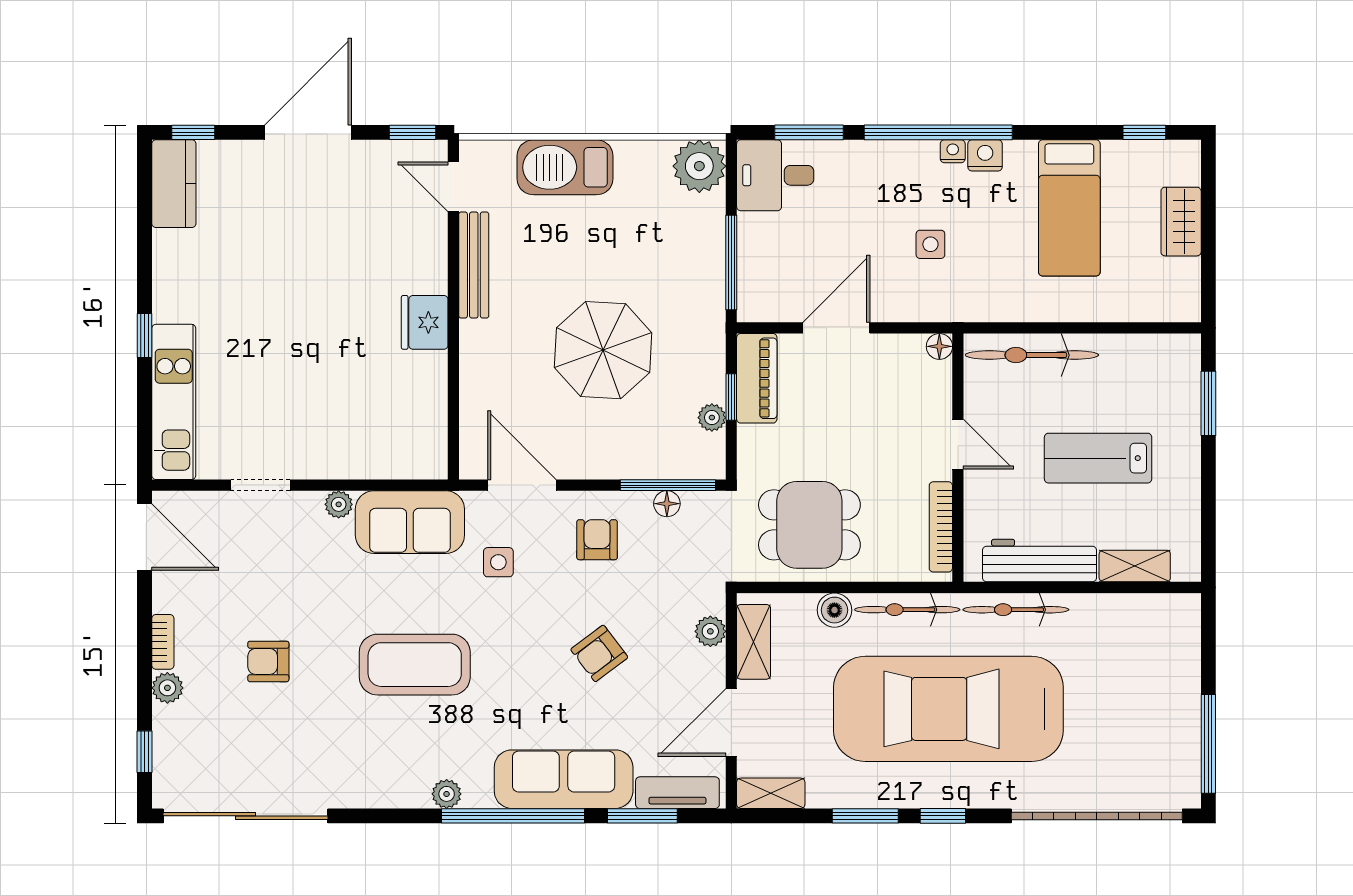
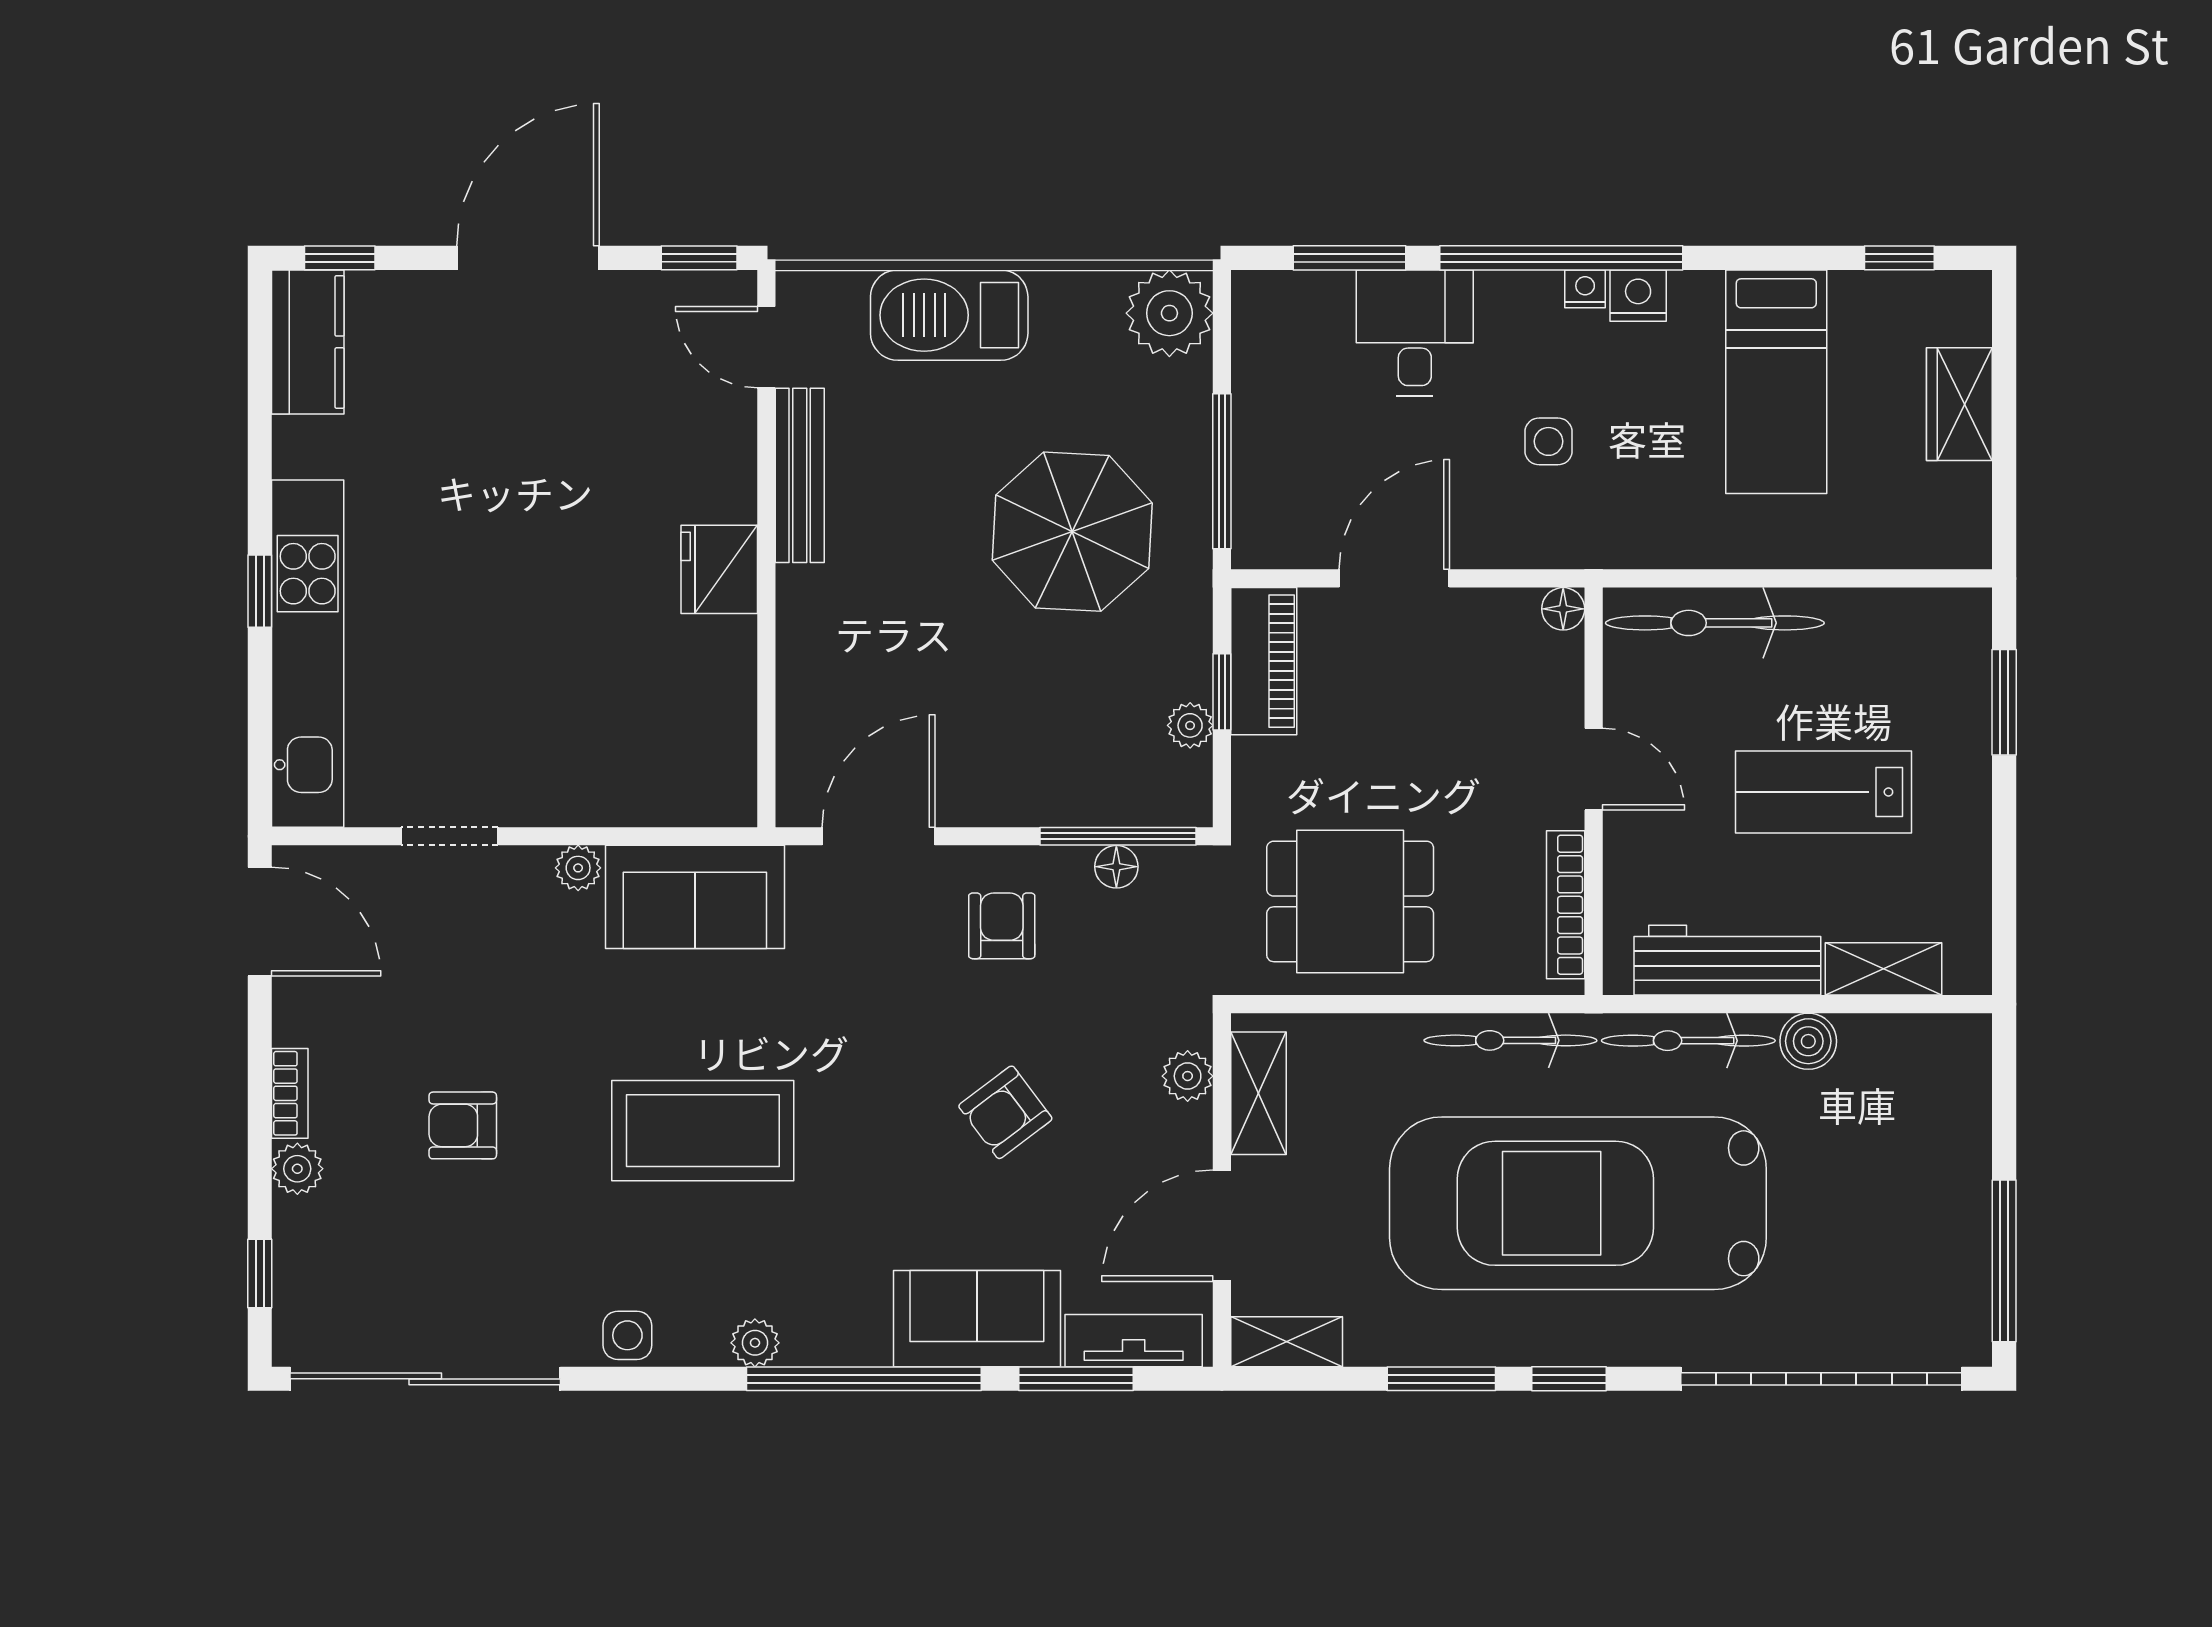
desk: (775, 175) -> (1415, 333), moved, turned 90
parasol: (603, 350) -> (1072, 532), moved
kitchen unit: (174, 402) -> (308, 654), width x1.36
door: (522, 485) -> (878, 836), hinge flipped
side table: (498, 562) -> (627, 1335), moved
boiler: (834, 610) -> (1808, 1041), moved
sofa: (564, 779) -> (977, 1319), width x0.73

